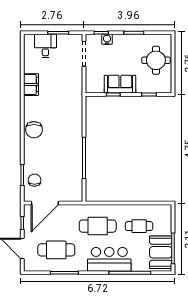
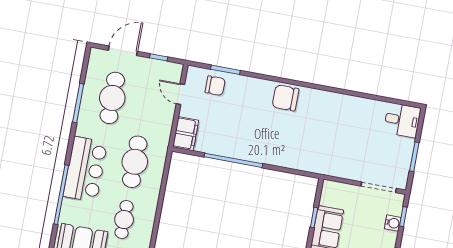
desk: (45, 46) -> (402, 120), moved
filing cabinet: (31, 85) -> (186, 134), moved, turned -90
door: (45, 203) -> (180, 94), width x0.53

